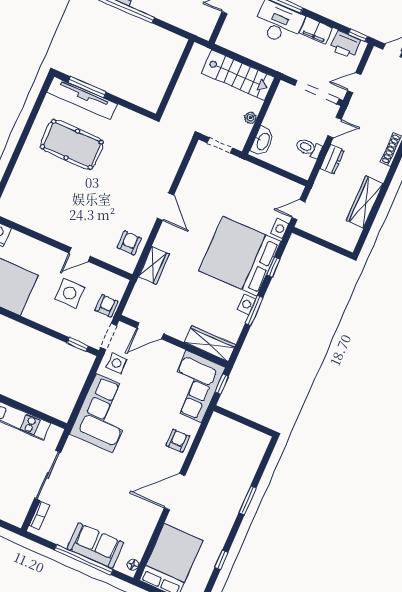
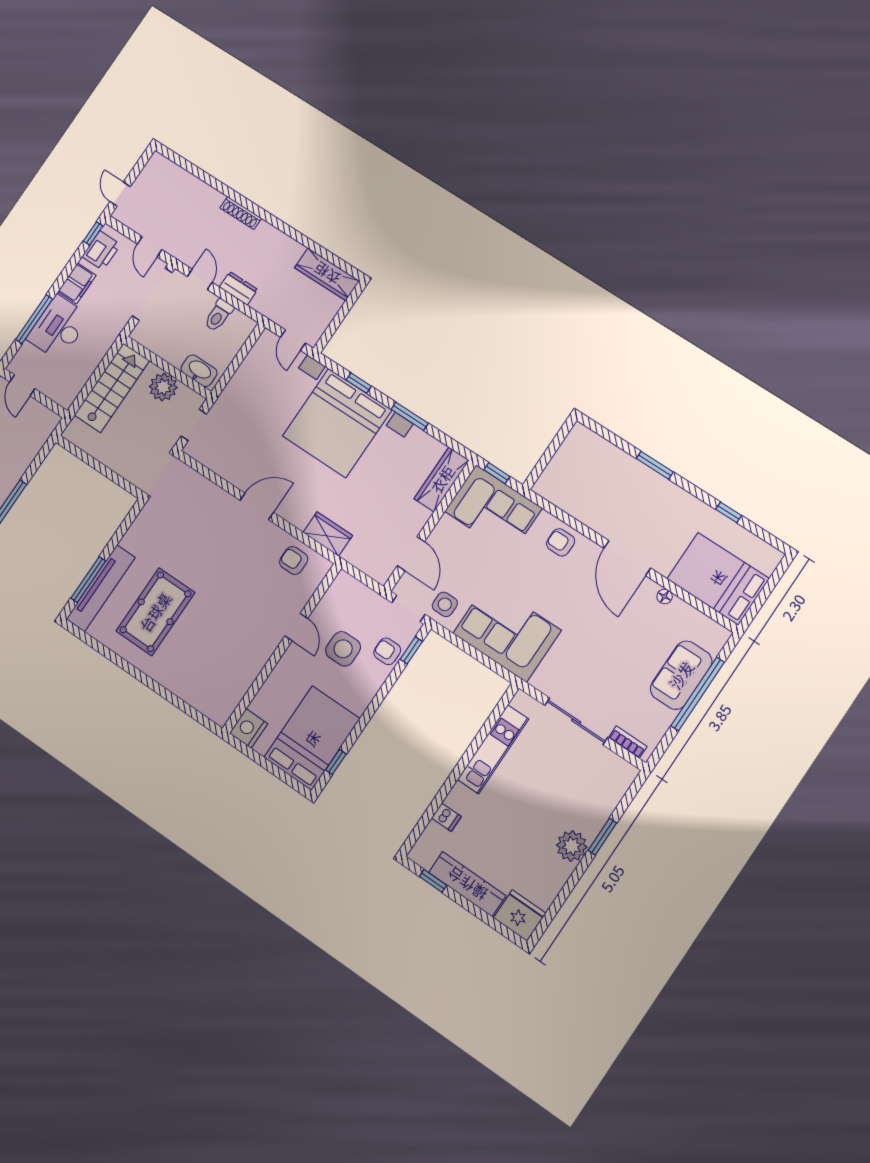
plant: (250, 118) -> (163, 387), width x1.87, depth x1.87
wardrobe: (365, 202) -> (327, 274), moved
armchair: (106, 306) -> (387, 651), moved
floor lamp: (133, 565) -> (665, 596), moved

